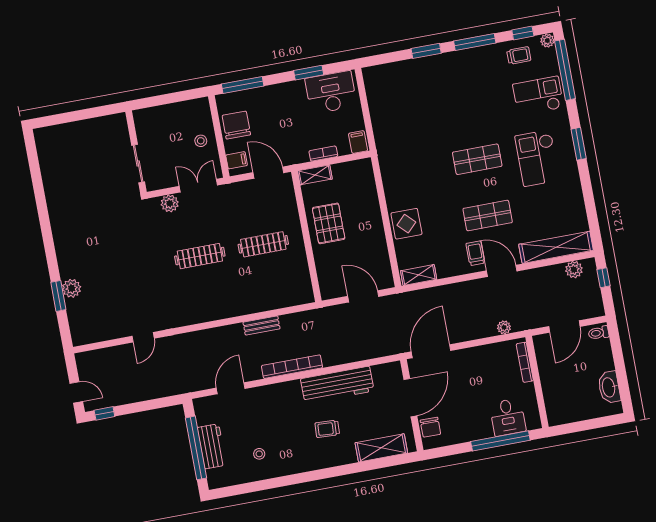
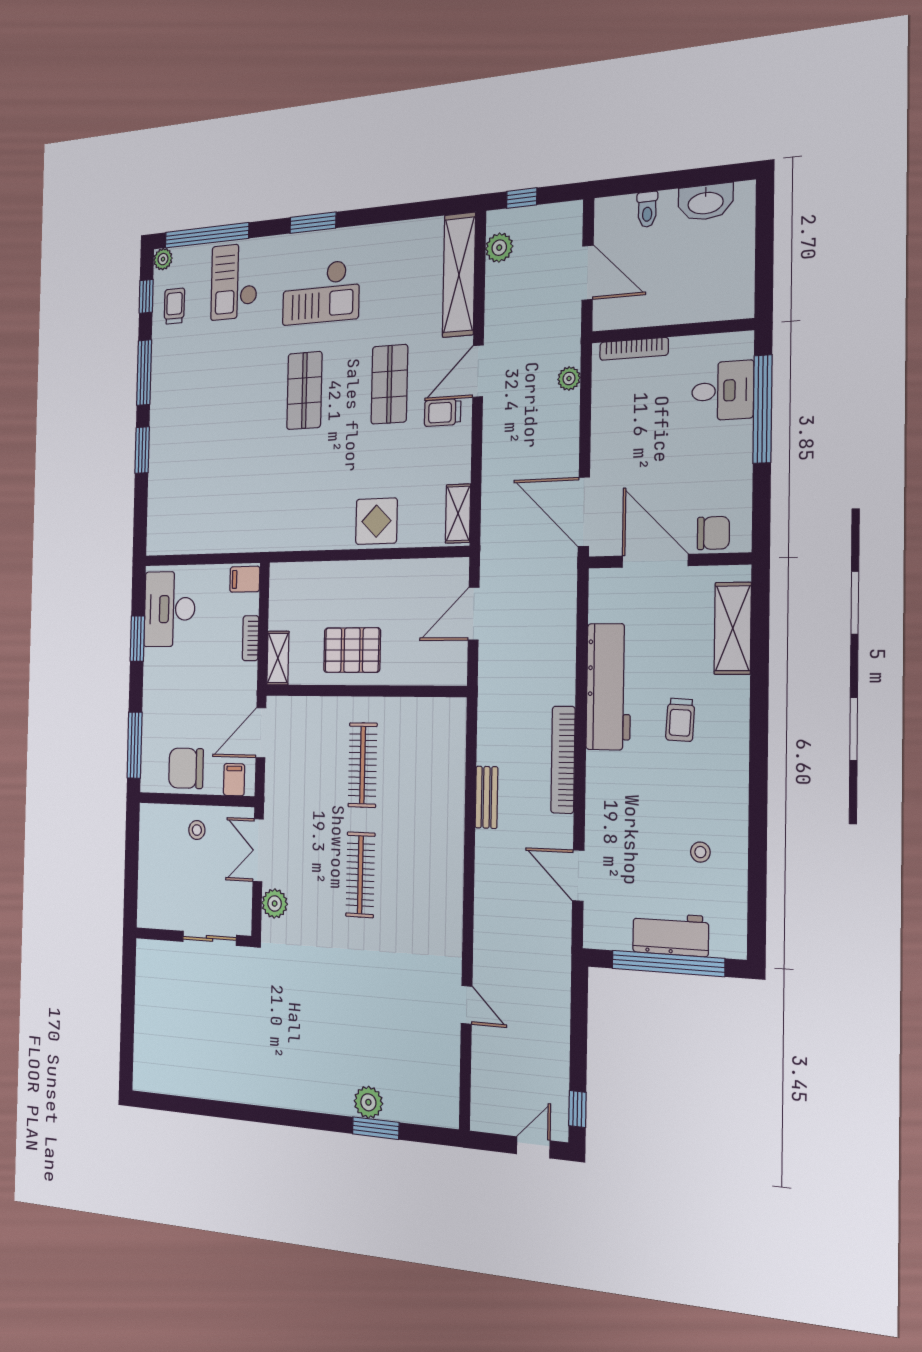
toilet: (599, 333) -> (647, 209), moved

